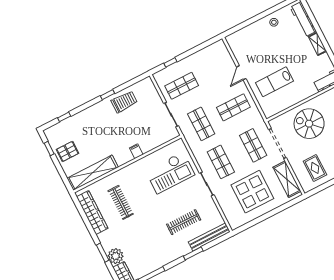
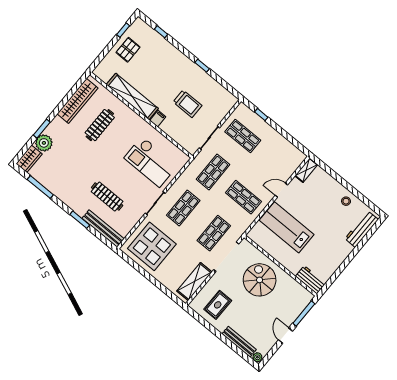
shelving: (317, 44) -> (306, 170), moved
lab bench: (275, 82) -> (287, 227), width x1.36, depth x1.39
trolley: (124, 102) -> (187, 104), moved
pallet: (67, 151) -> (128, 50), turned 90
shelving: (93, 173) -> (132, 97), moved
display table: (252, 192) -> (152, 246), moved

